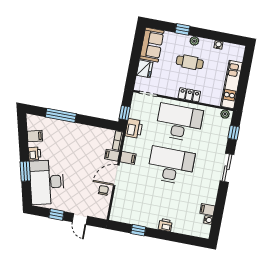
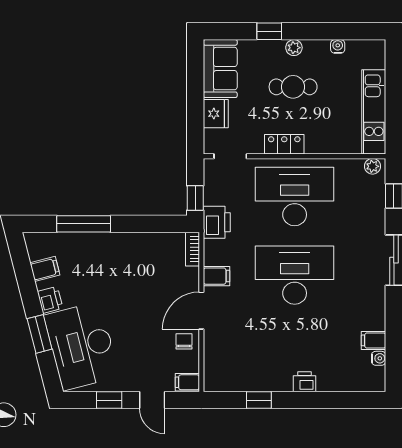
locker: (189, 95) -> (284, 144), moved
filing cabinet: (112, 155) -> (187, 382), moved

